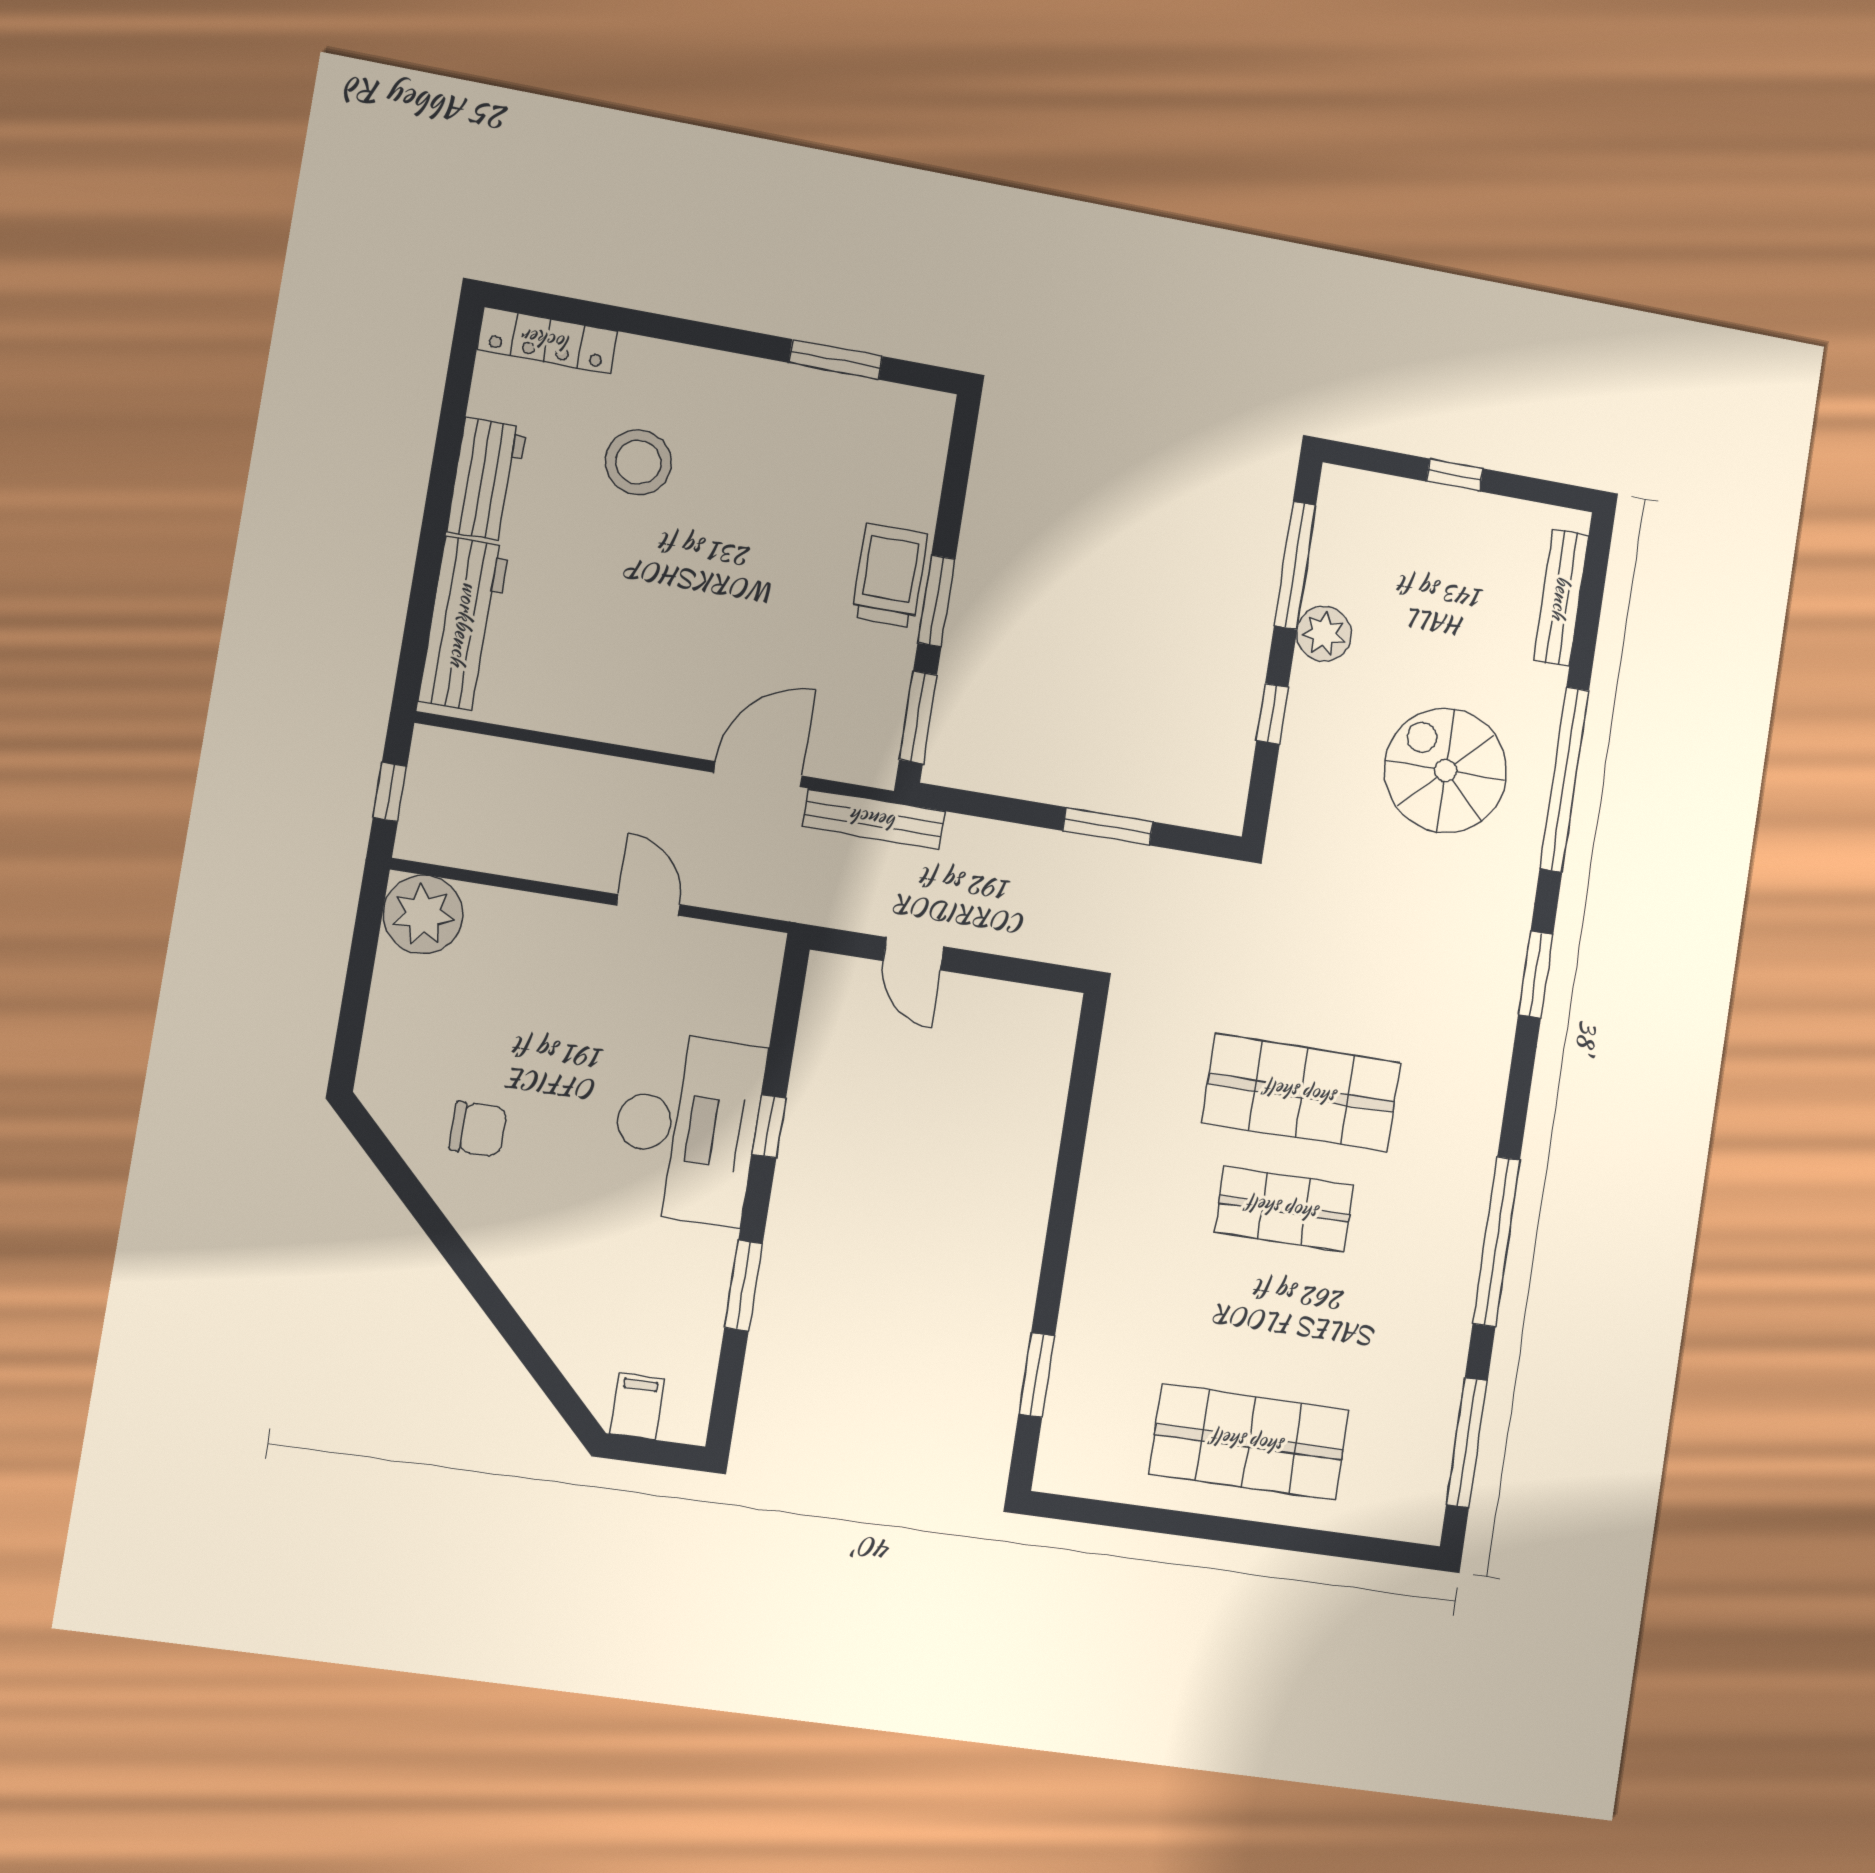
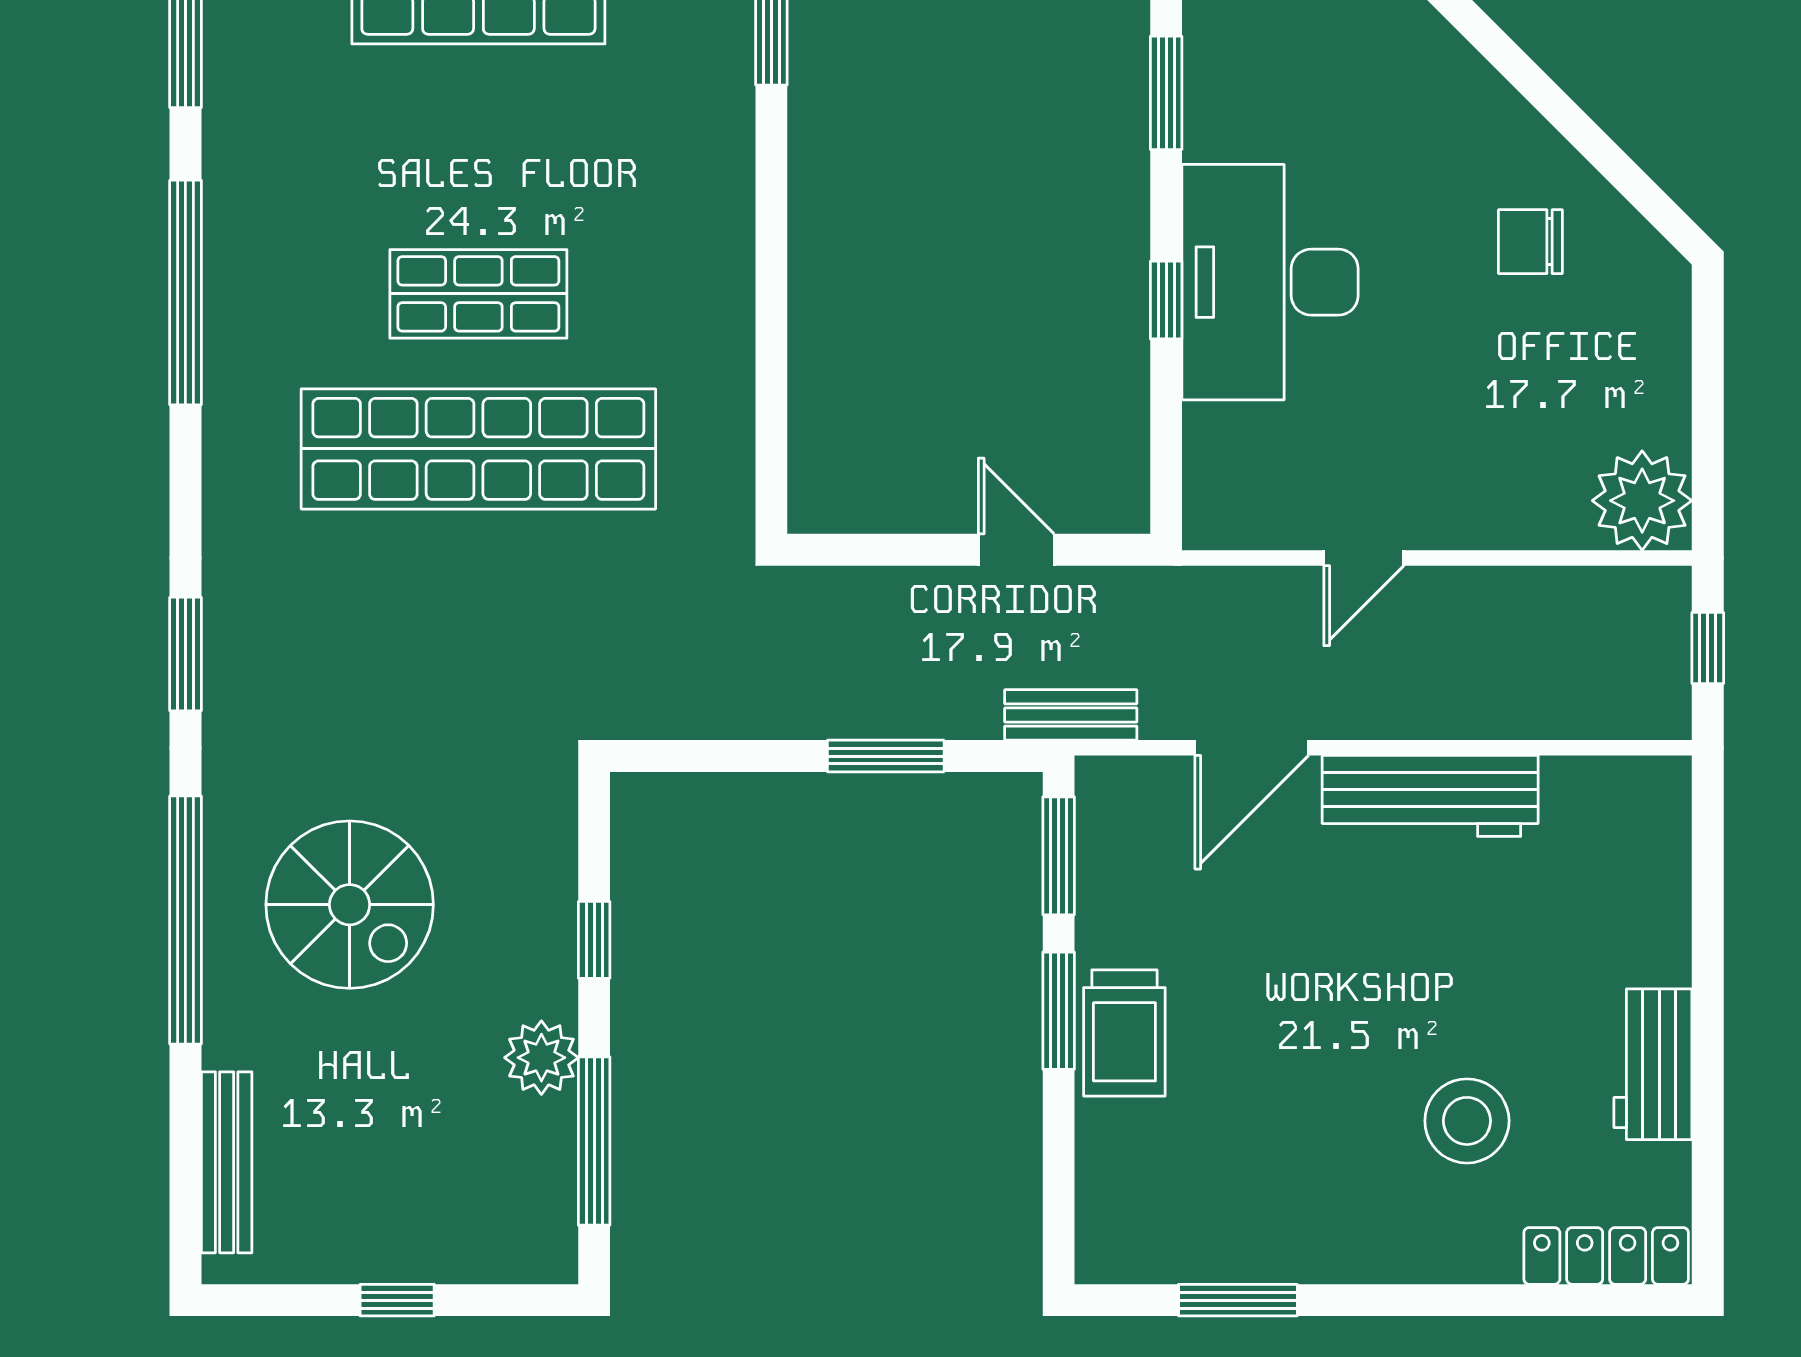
workbench: (464, 624) -> (1430, 796), moved, turned -90
bench: (874, 819) -> (1071, 715), width x0.73
window: (1108, 826) -> (886, 756), moved
door: (648, 905) -> (1364, 558), hinge flipped
shop shelf: (1302, 1093) -> (478, 449), width x1.40

